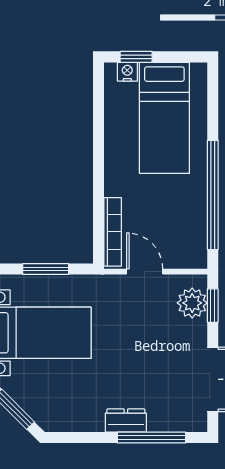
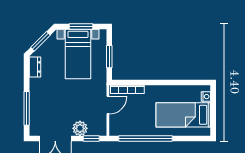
window: (136, 57) -> (213, 101), removed
plant: (192, 303) -> (80, 128), moved
dresser: (126, 421) -> (35, 67), moved

